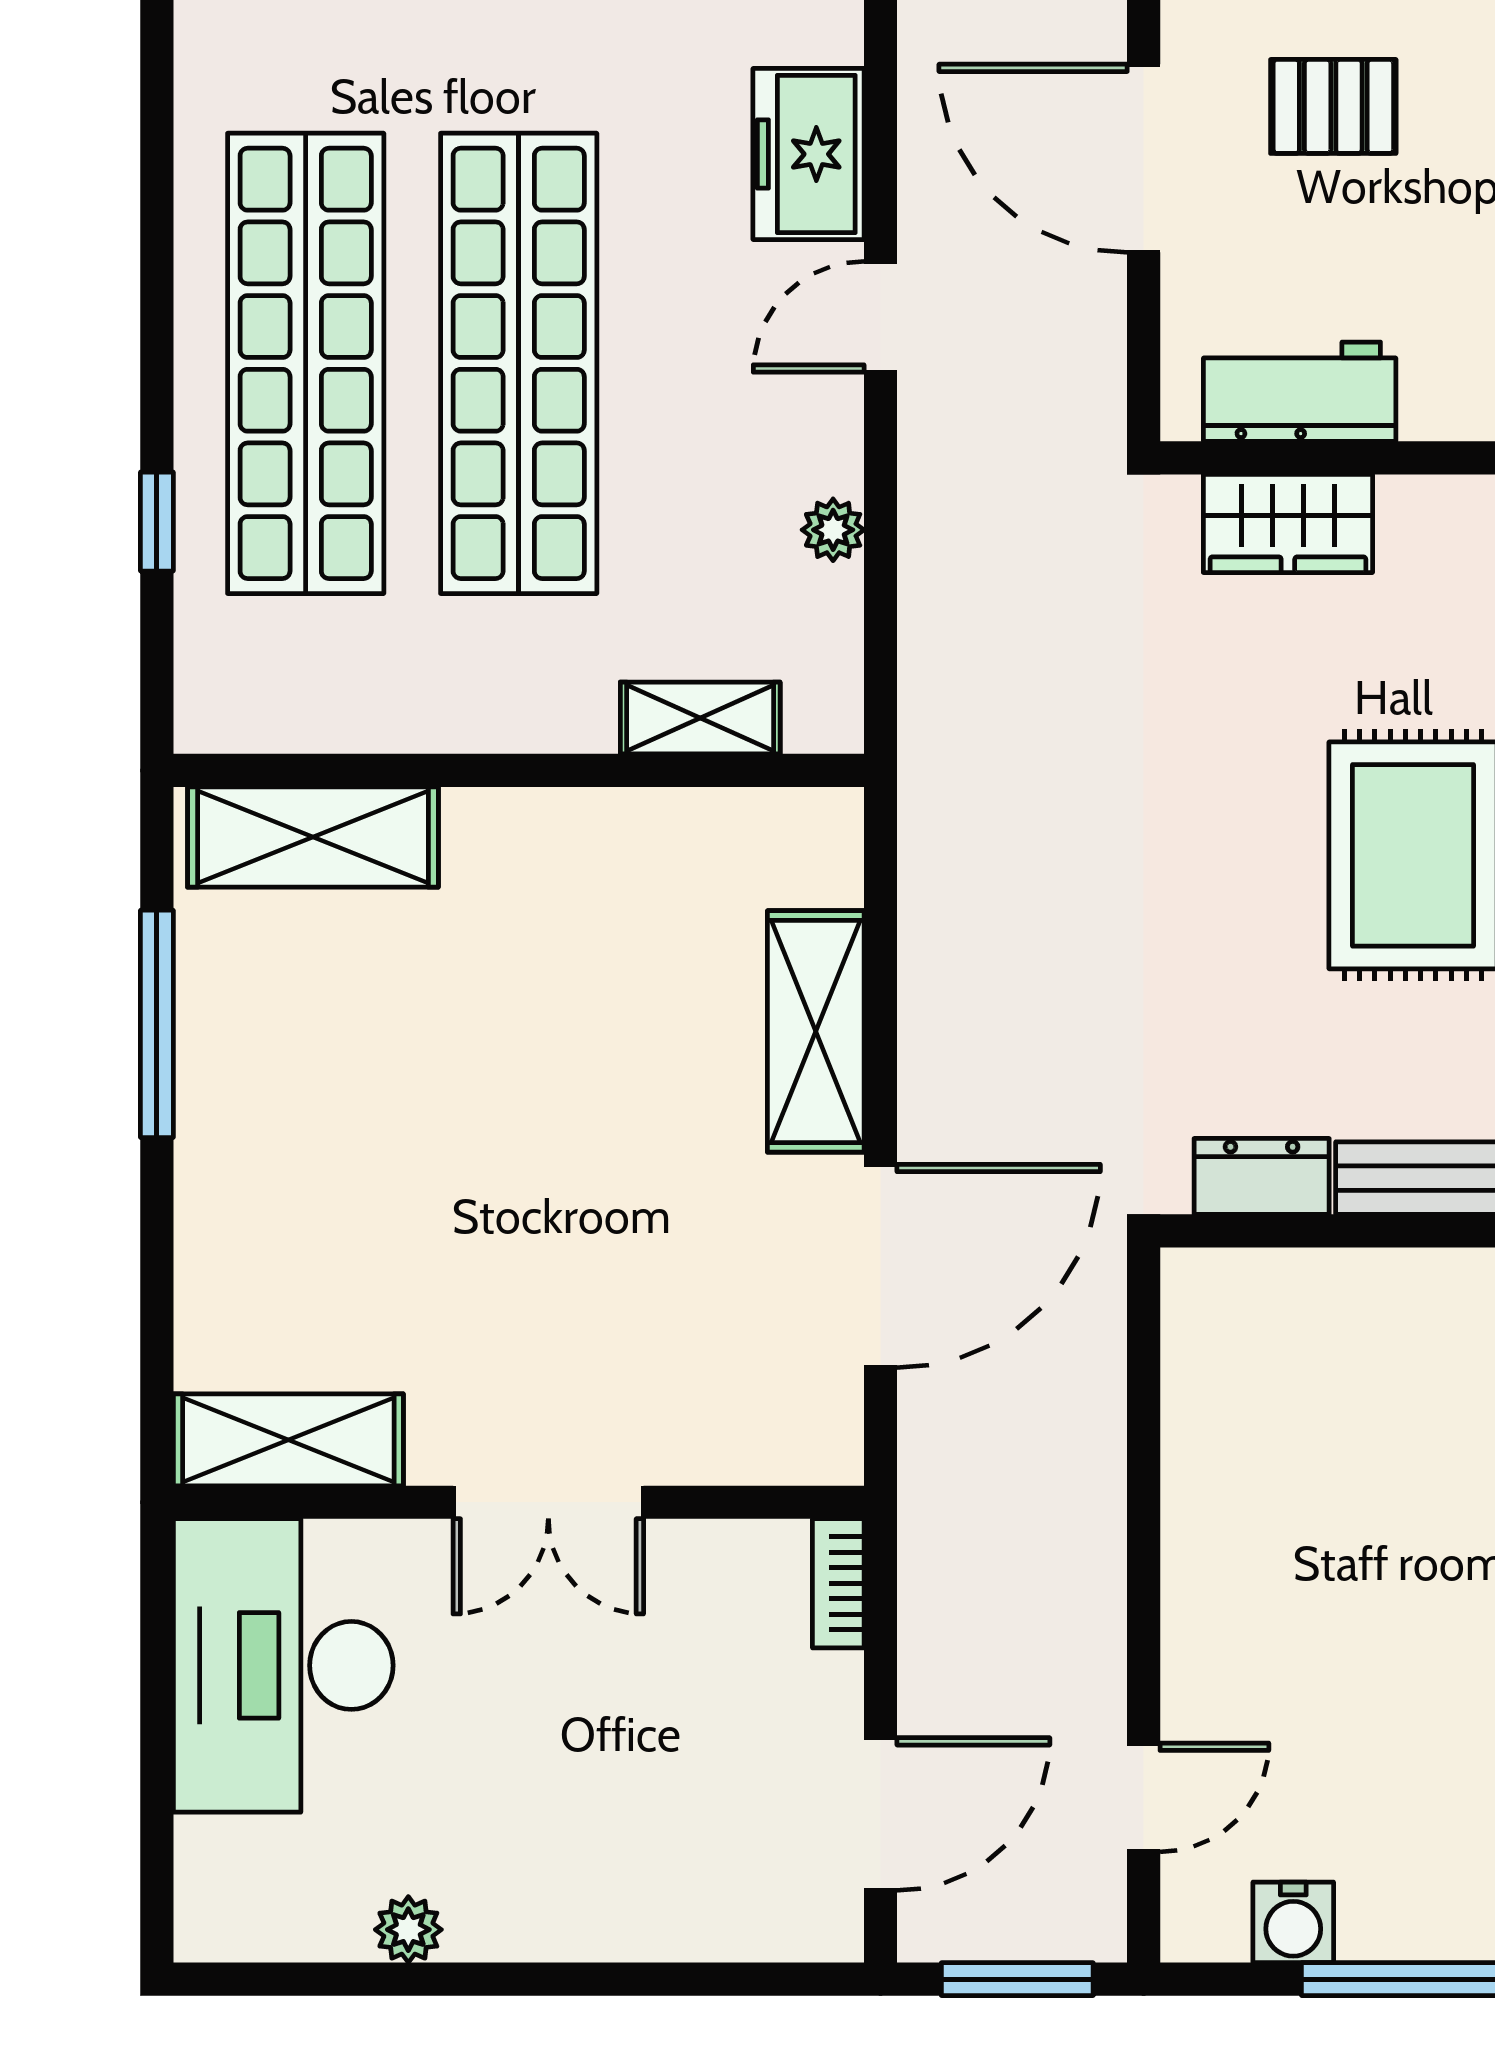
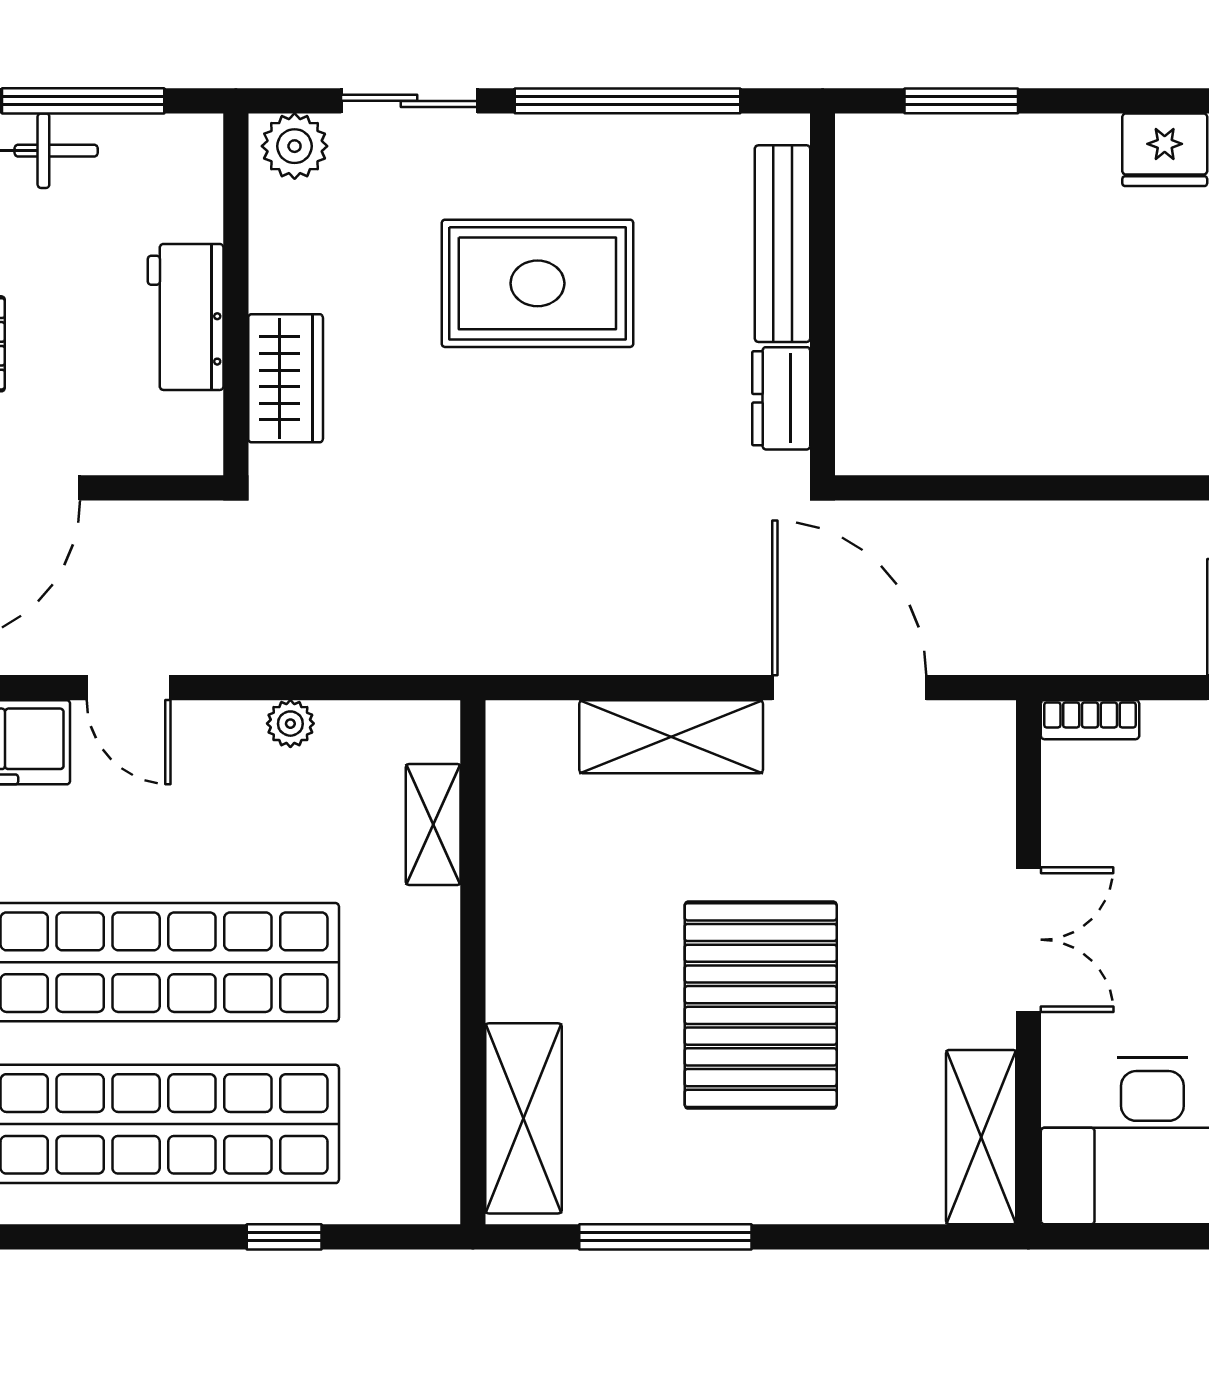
workbench: (1300, 392) -> (186, 317), moved
pallet: (462, 1149) -> (761, 1005), added

